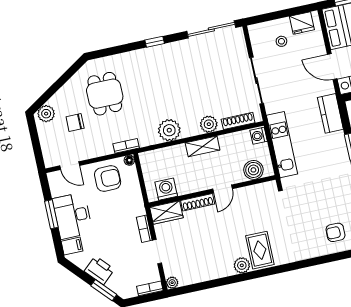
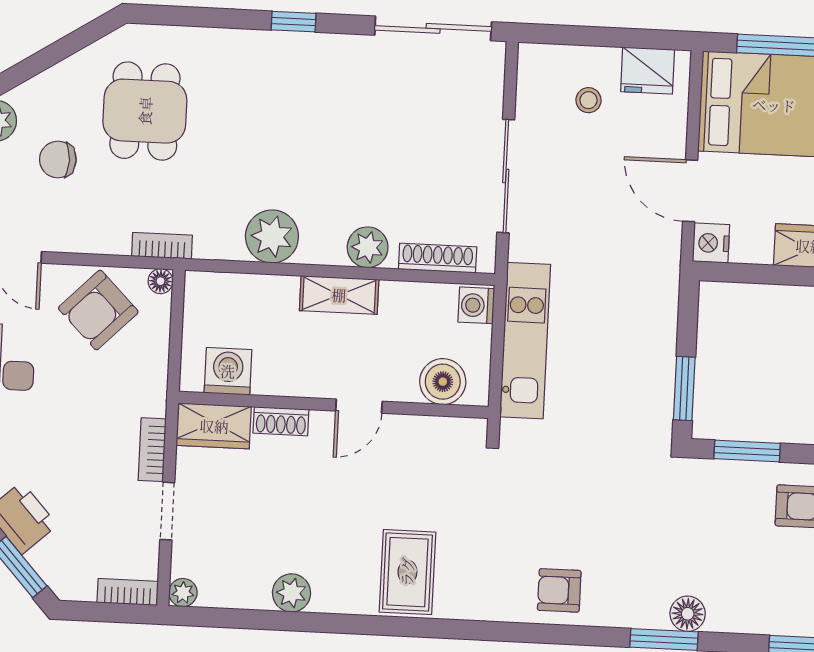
kitchen counter: (330, 113) -> (657, 298), removed
armchair: (108, 179) -> (98, 310), turned 135
shoe rack: (198, 202) -> (281, 421), width x0.70
armchair: (335, 232) -> (559, 590), moved
plant: (242, 265) -> (292, 593), moved

